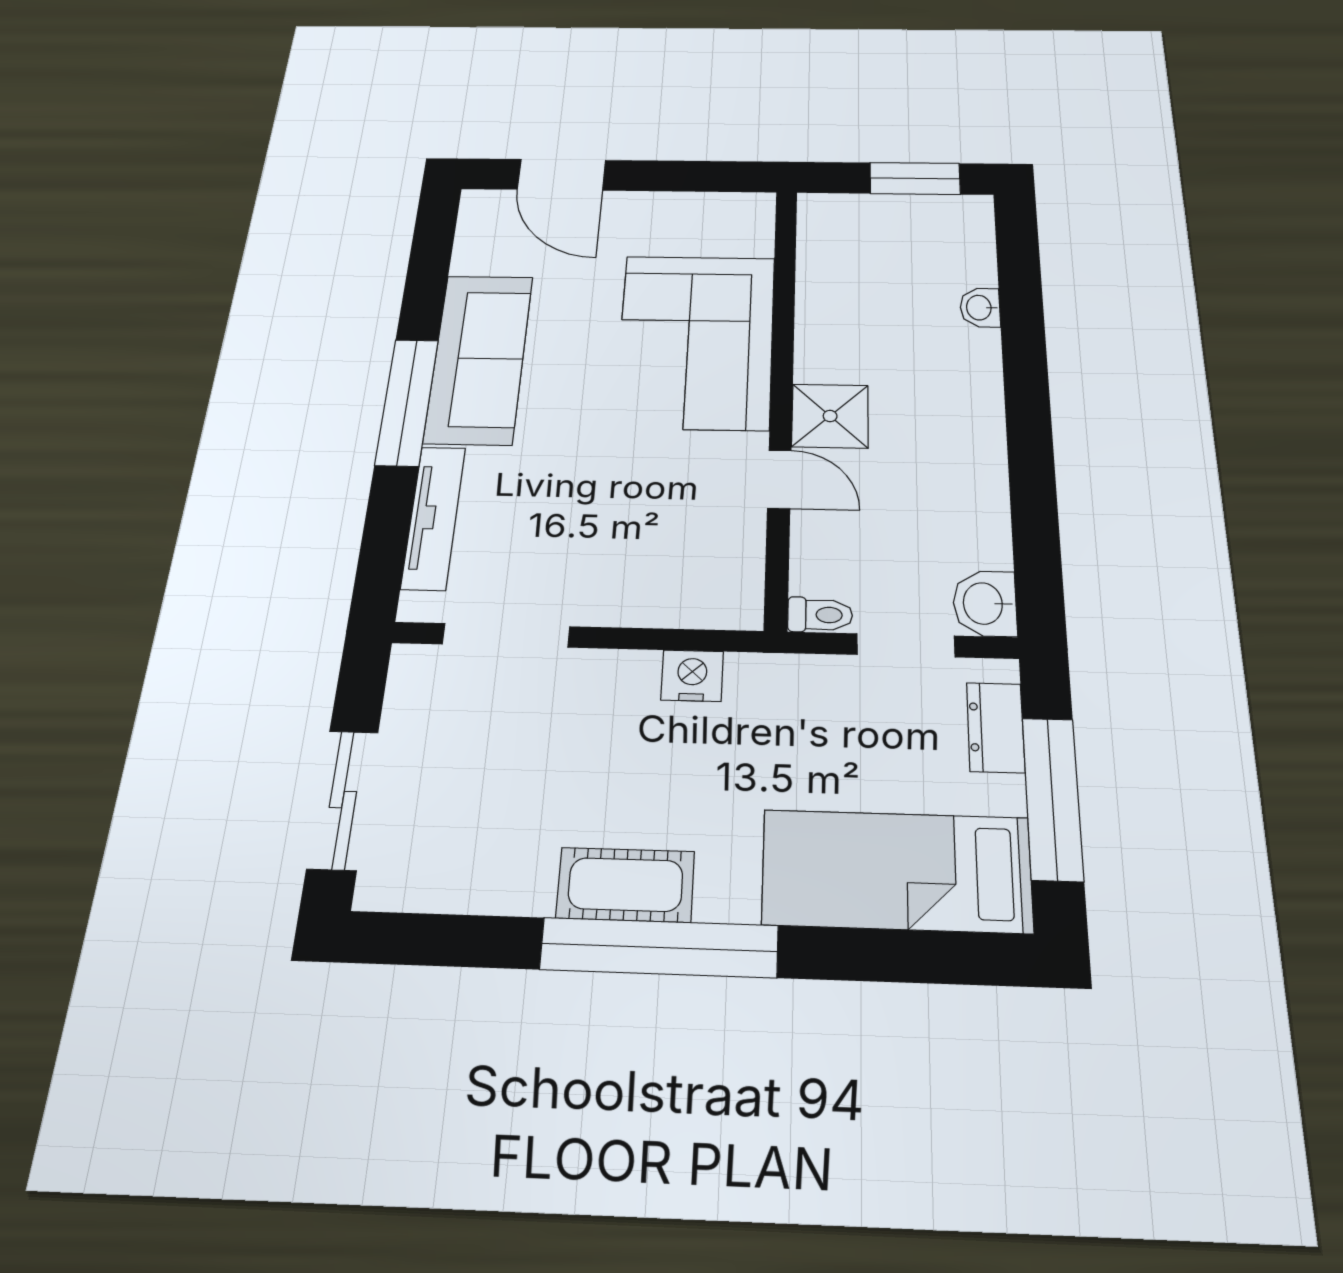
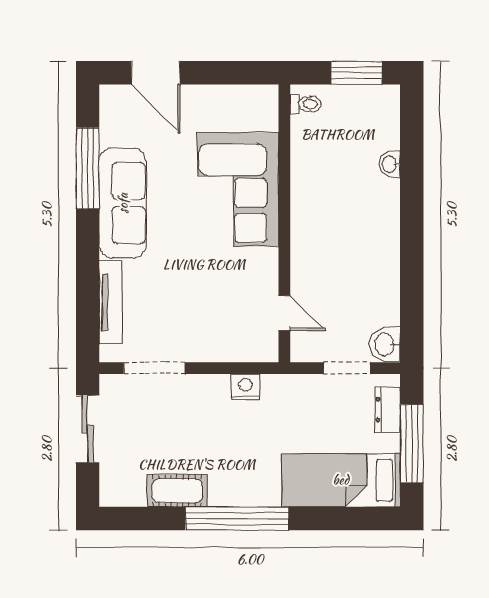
window: (407, 402) -> (88, 168), moved
shower: (830, 416) -> (310, 236), removed
door: (779, 479) -> (284, 313), moved
toilet: (820, 615) -> (306, 104), moved
sliding door: (343, 800) -> (88, 429), moved
cot: (626, 885) -> (177, 491), moved

